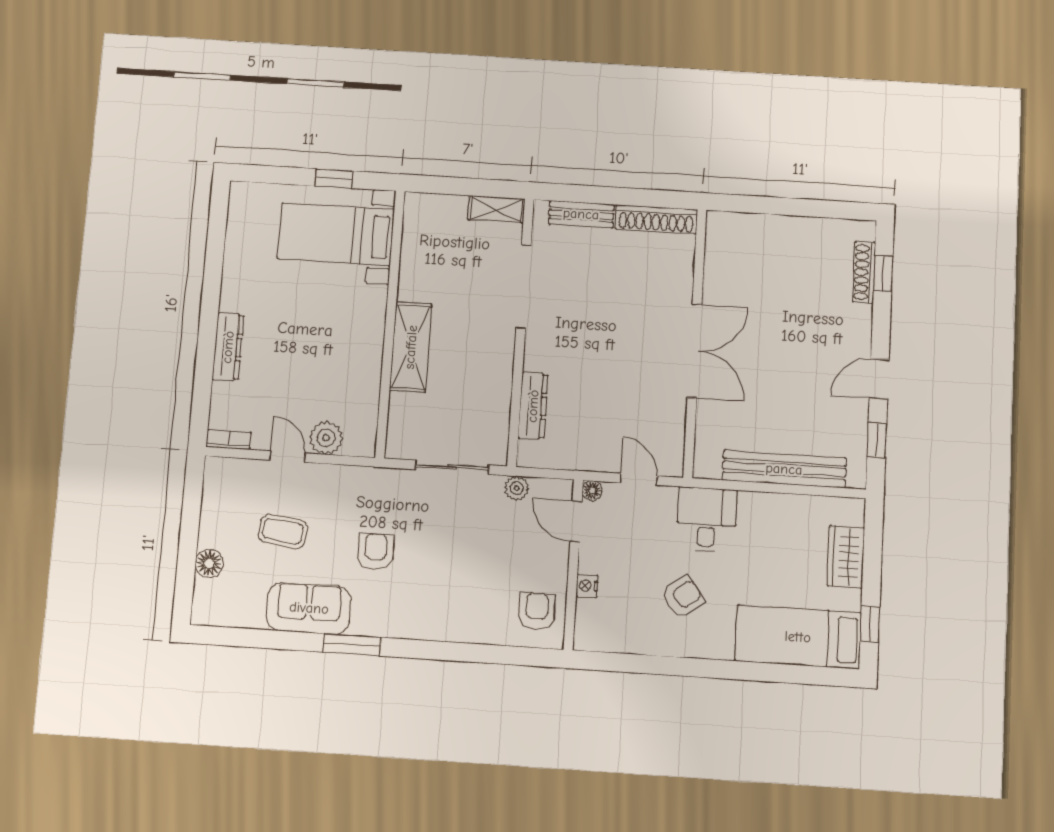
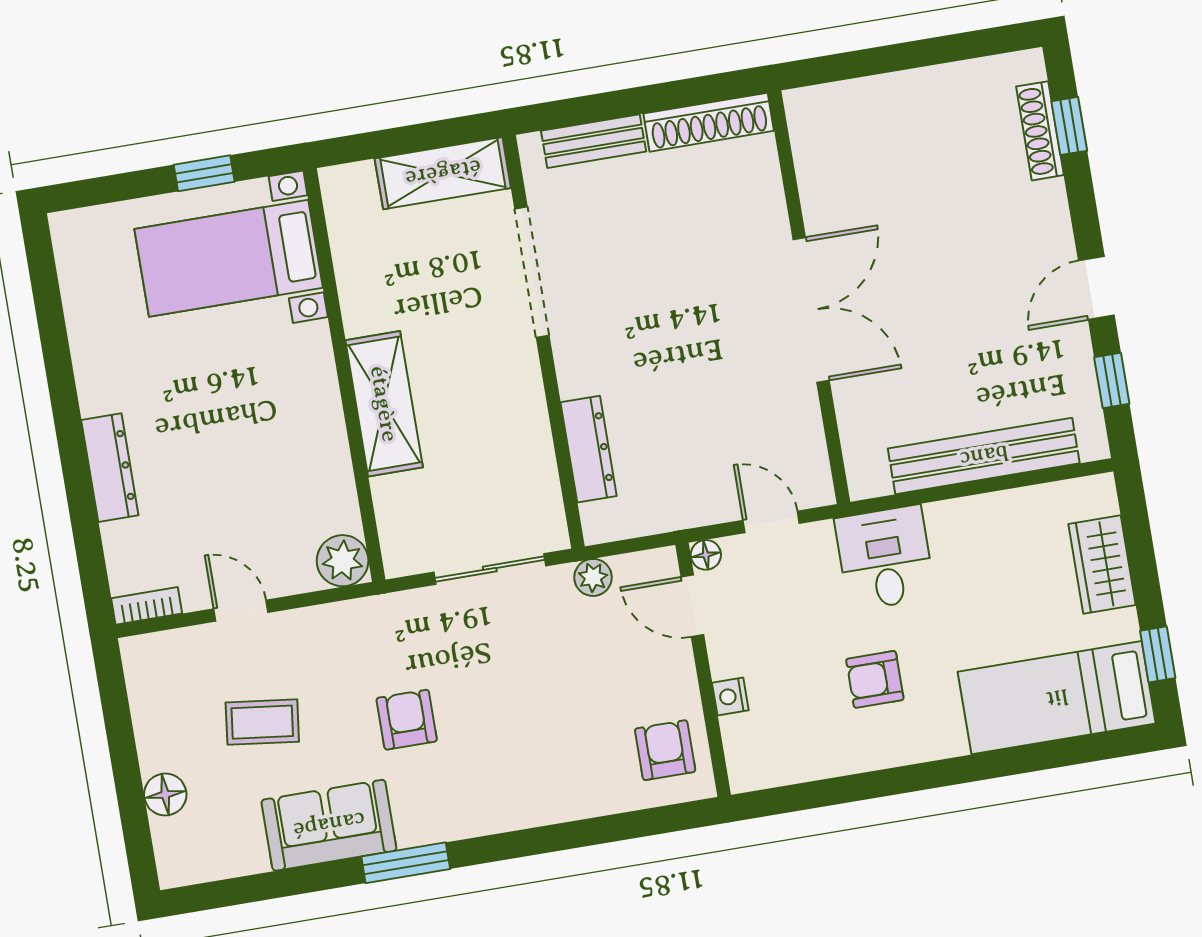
shelving: (497, 209) -> (443, 173), width x1.50, depth x1.33
plant: (326, 438) -> (343, 561), moved
armchair: (683, 597) -> (875, 679), turned -143

